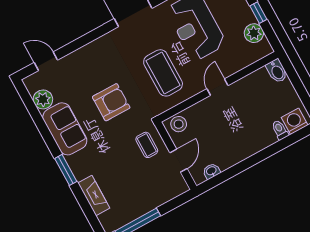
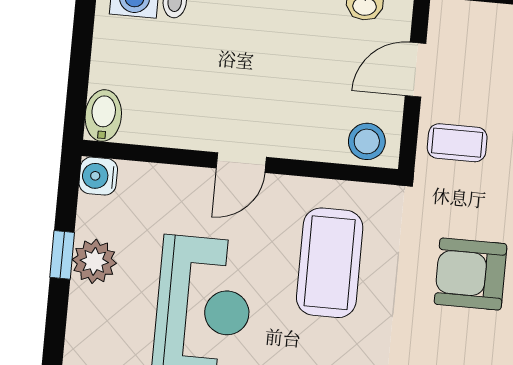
plant: (254, 33) -> (94, 261), moved
water cooler: (264, 49) -> (98, 176), added
coffee table: (147, 145) -> (457, 143), turned 90

